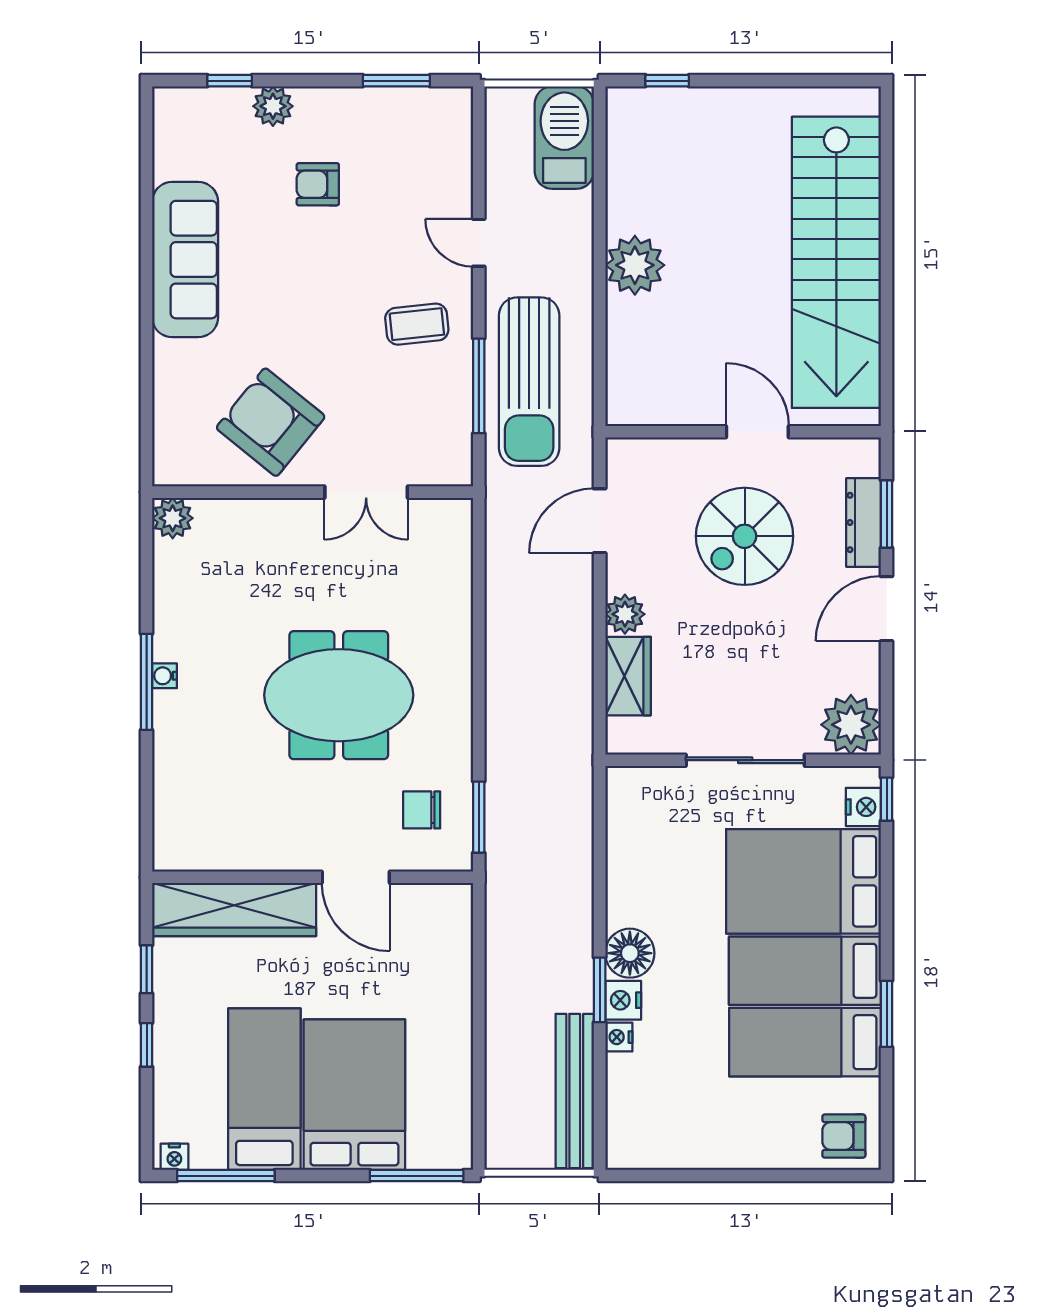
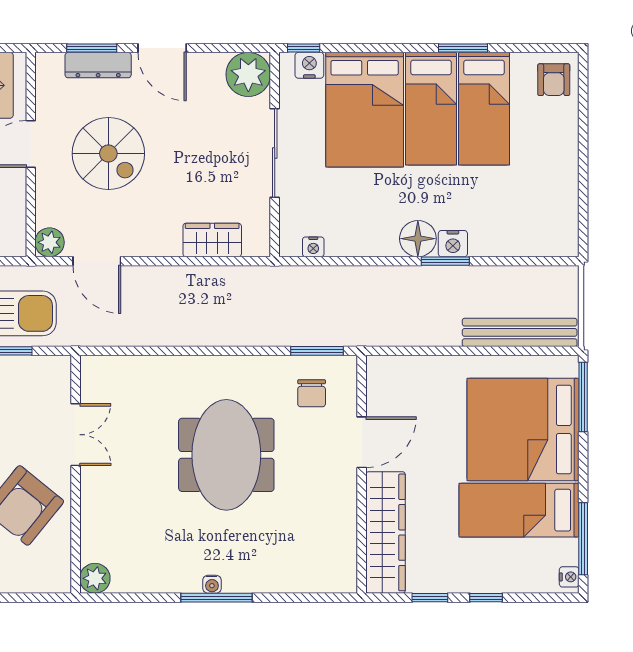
plant: (625, 614) -> (50, 242), moved
nightstand: (619, 1037) -> (313, 247), moved
bench: (575, 1091) -> (520, 332), moved
bed: (354, 1095) -> (523, 429), width x1.36

